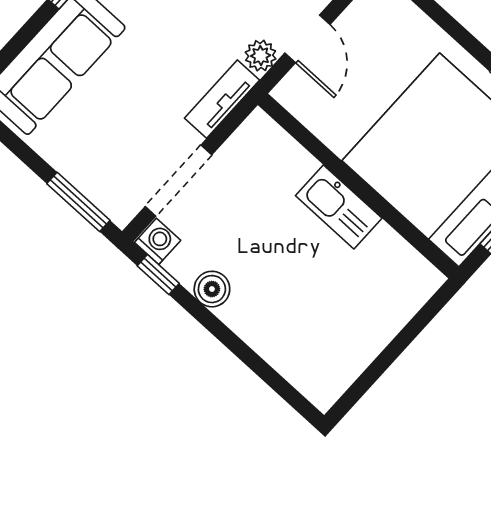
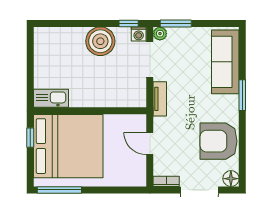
plant: (261, 56) -> (160, 34), moved
kitchen sink: (339, 207) -> (51, 98), moved
boiler: (212, 289) -> (100, 41), width x1.86, depth x1.86

